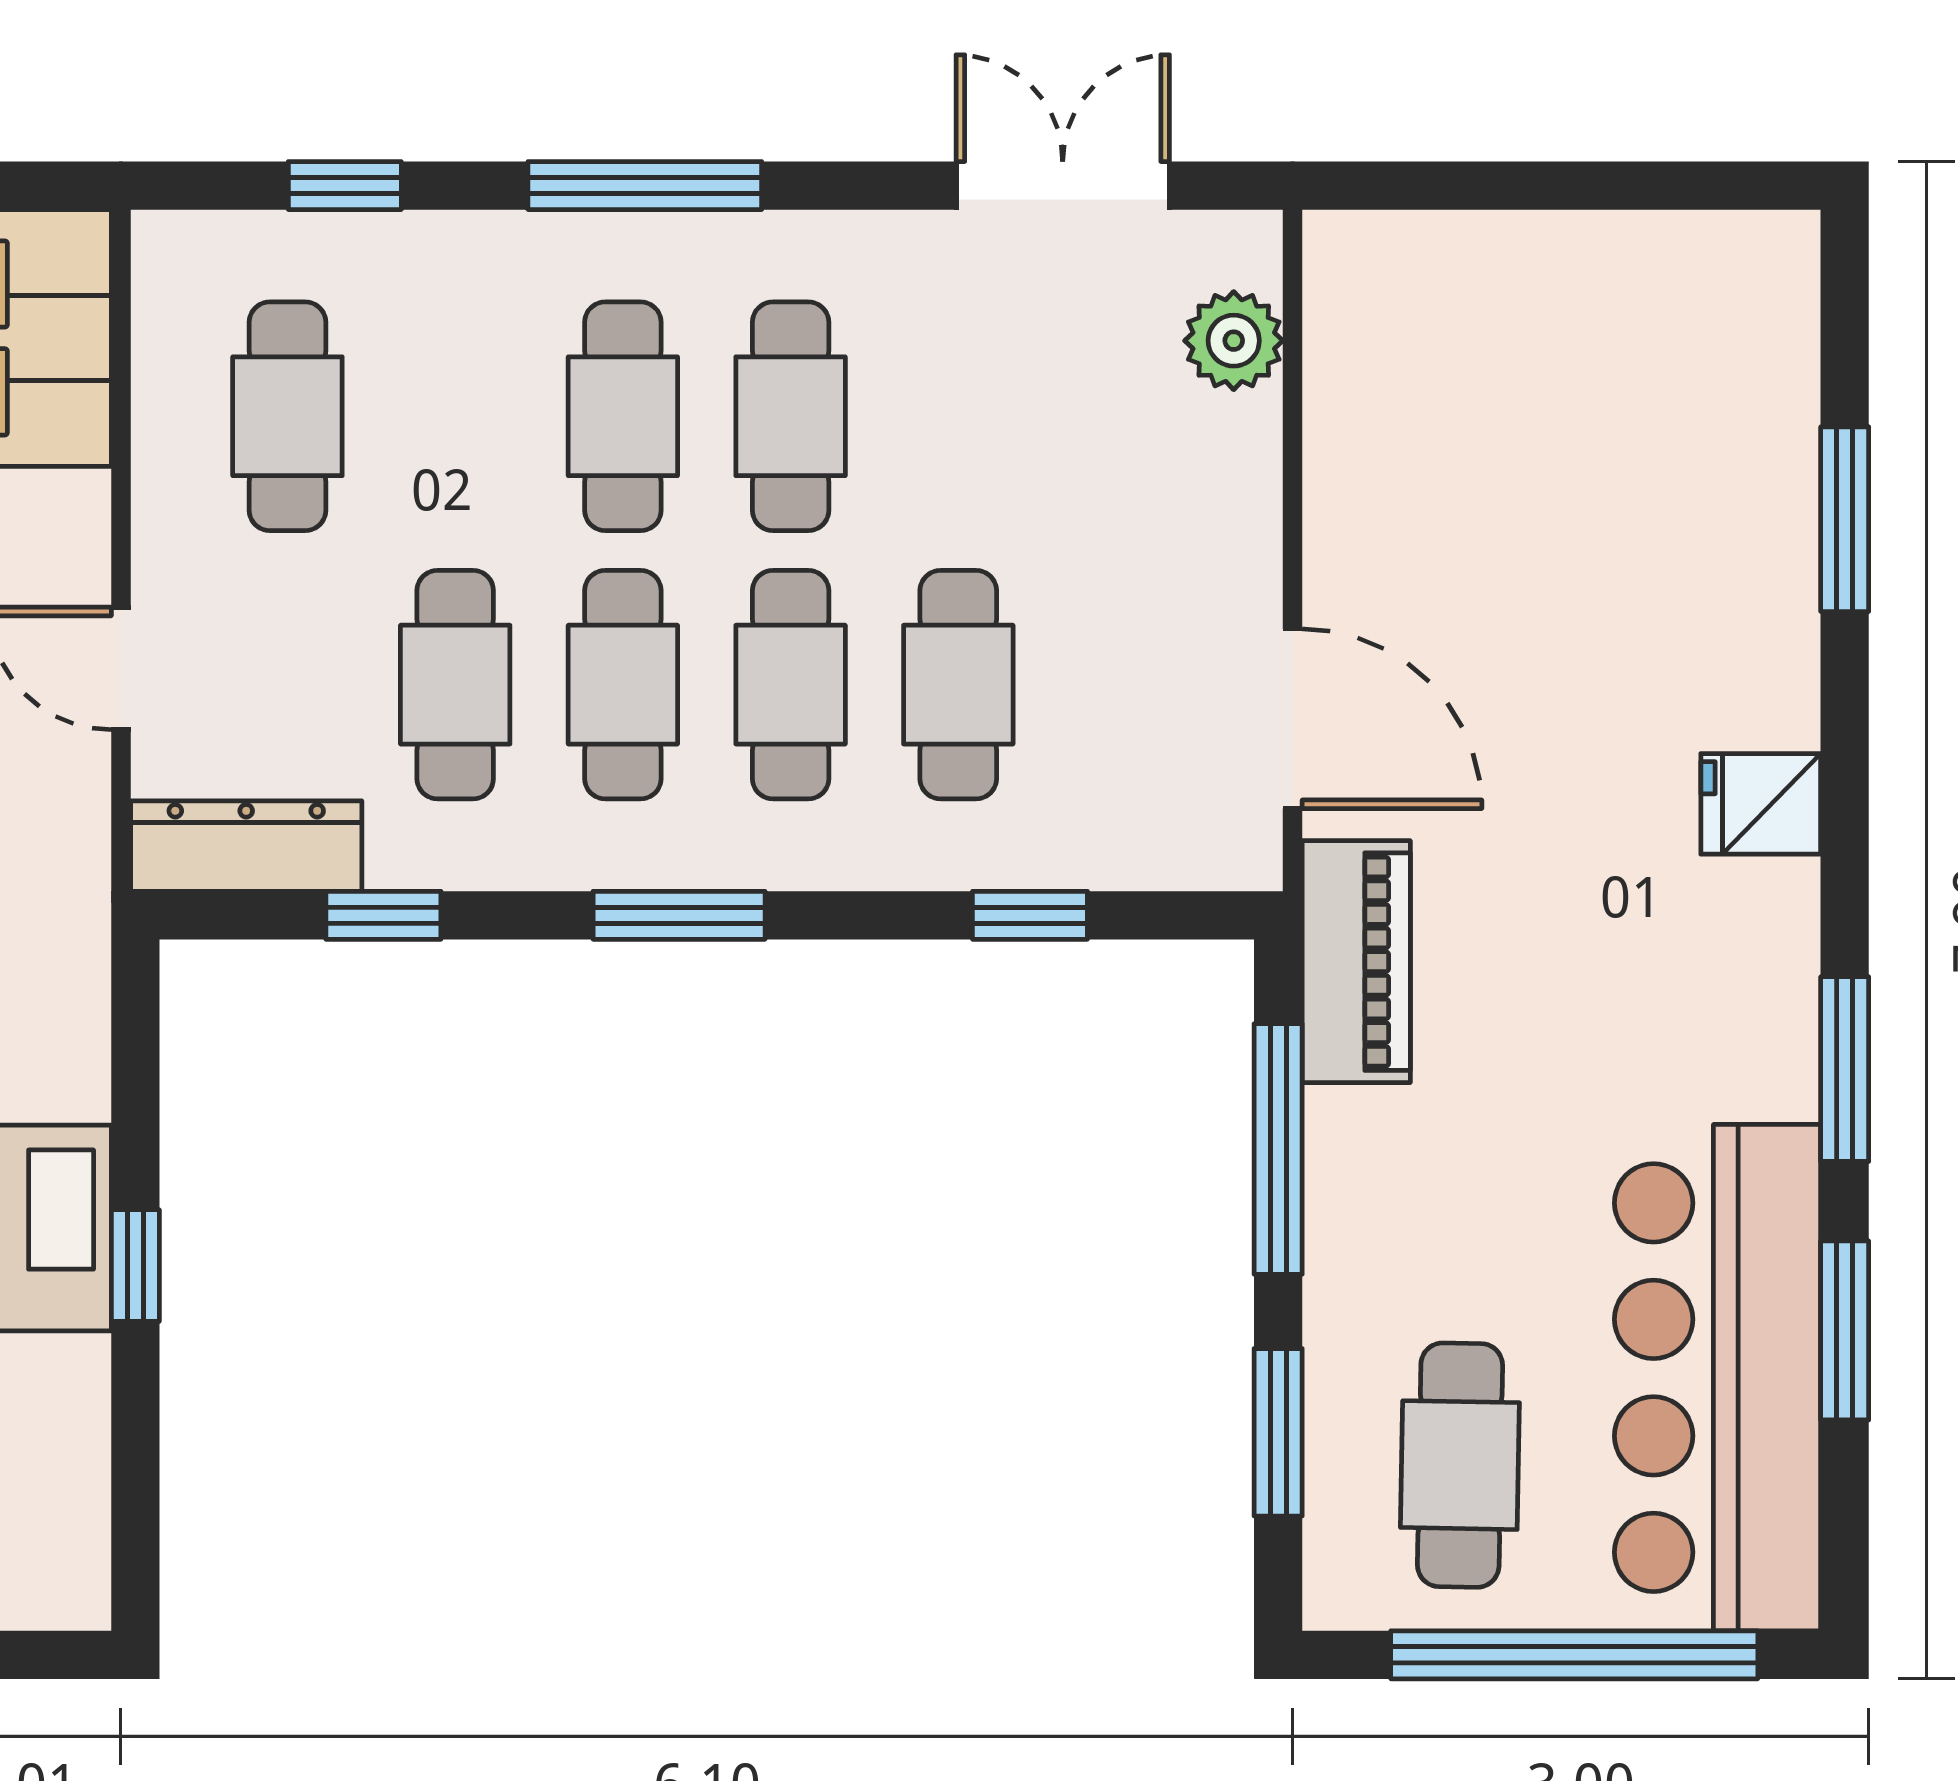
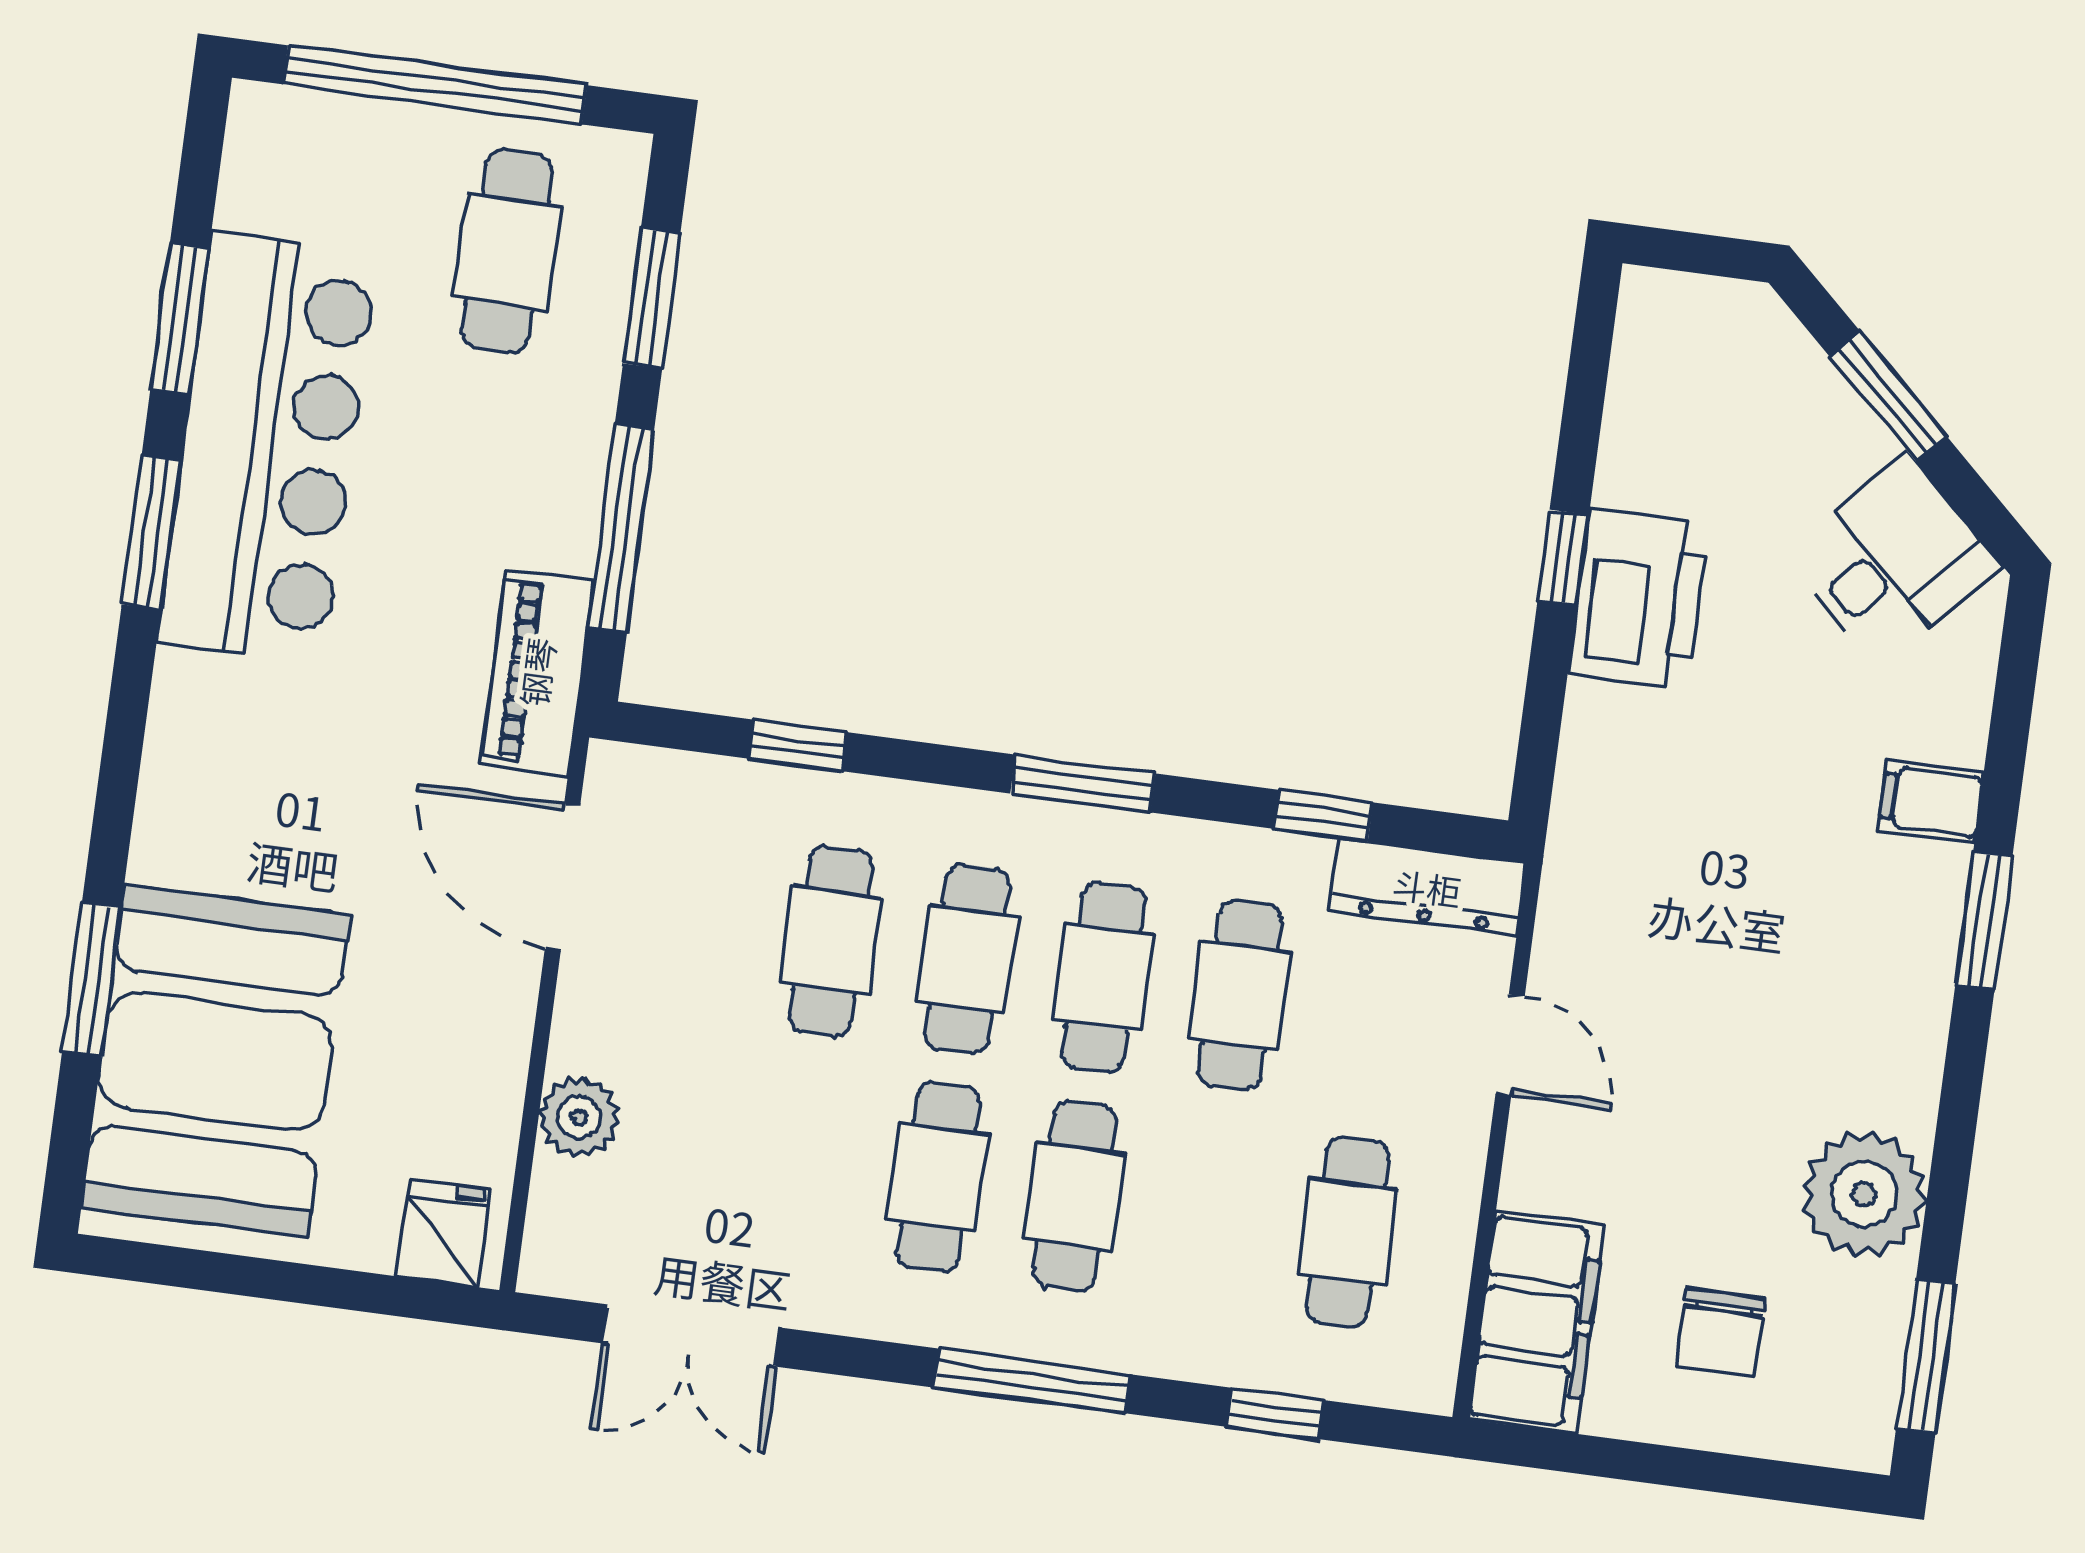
plant: (1234, 341) -> (579, 1117), moved
booth: (1682, 441) -> (216, 1061), added
fridge: (1761, 804) -> (444, 1233), moved, turned -90
bar counter: (1718, 1378) -> (268, 448), moved

